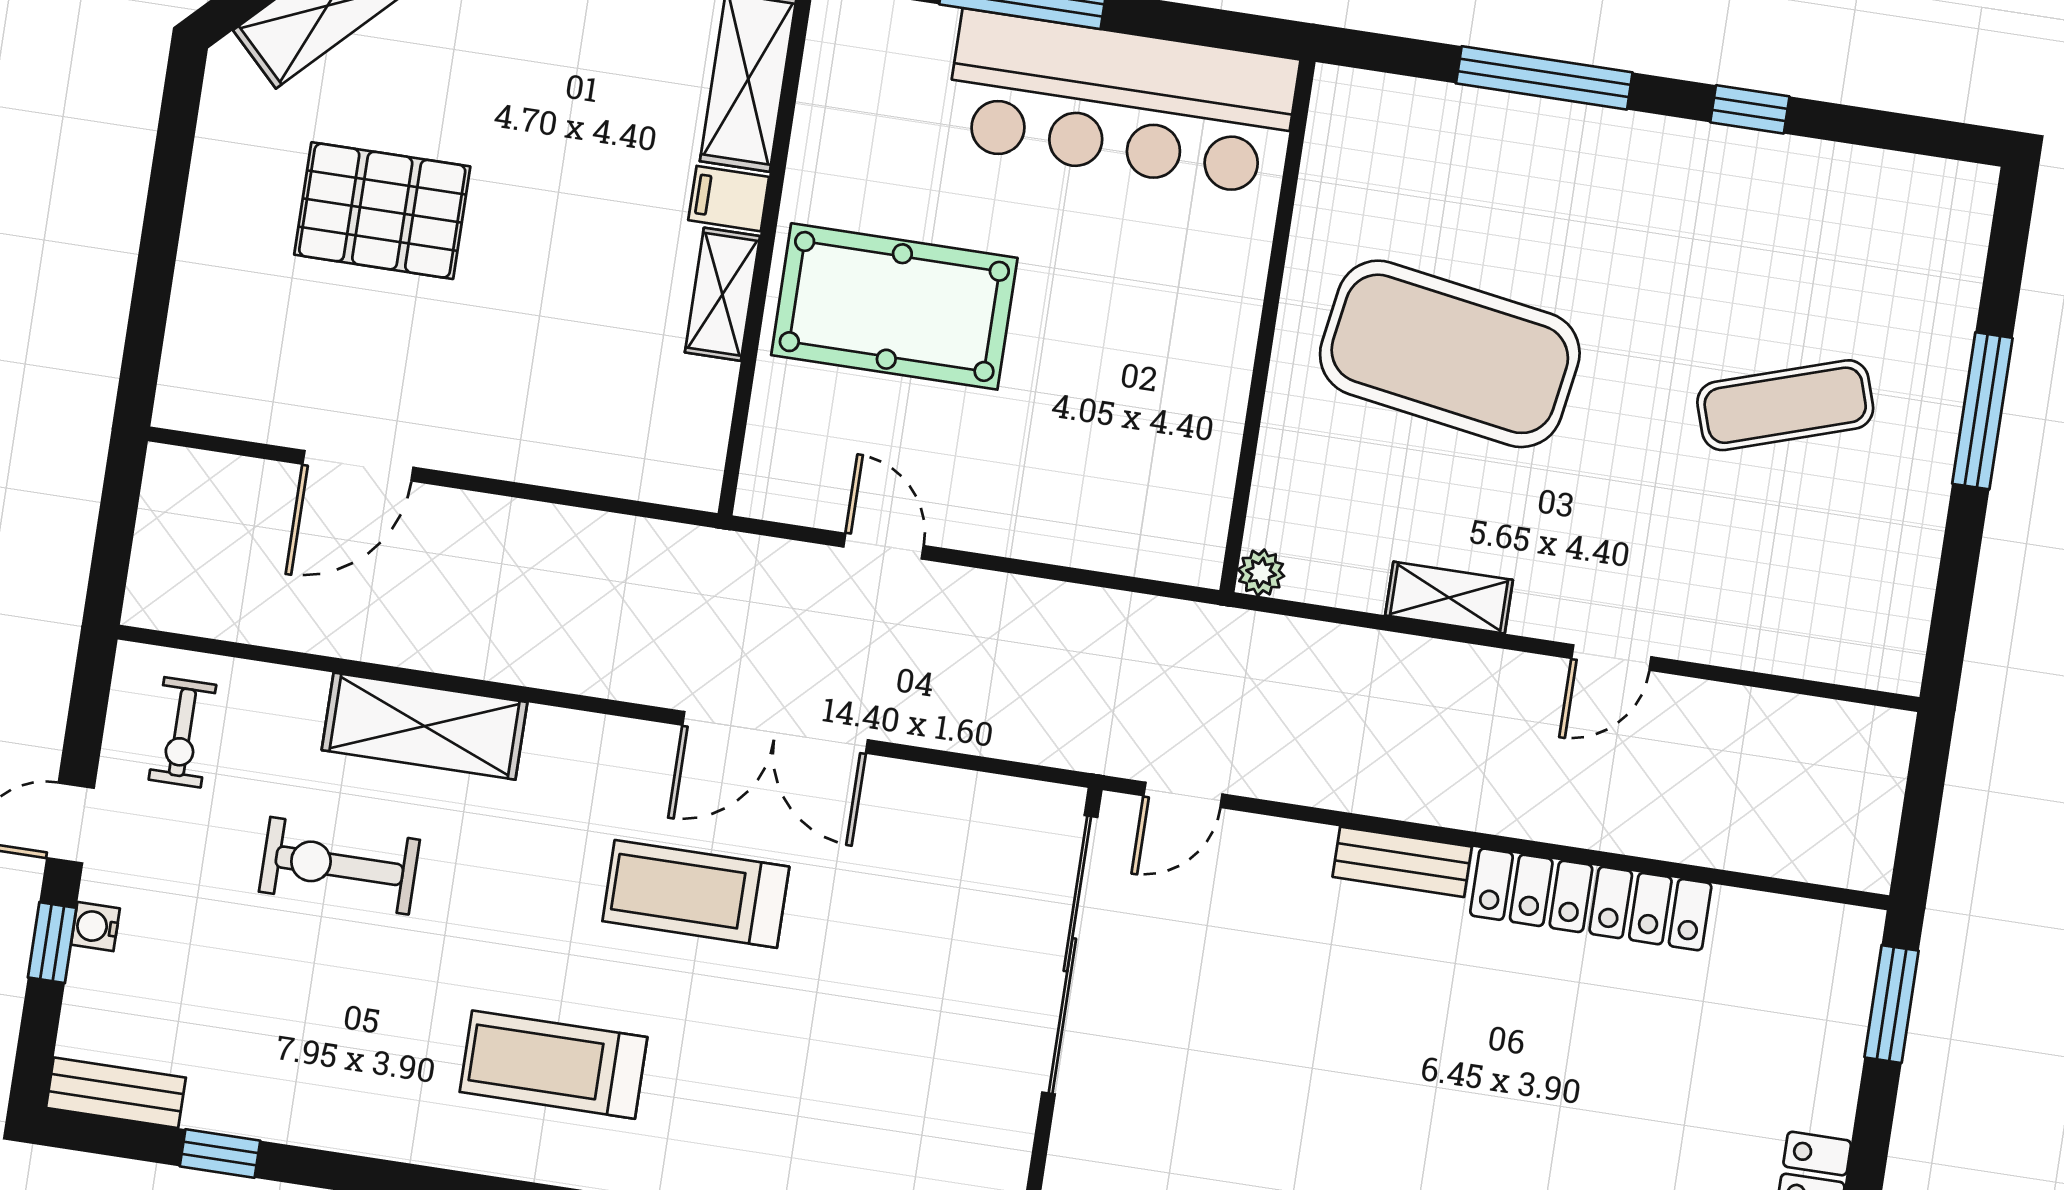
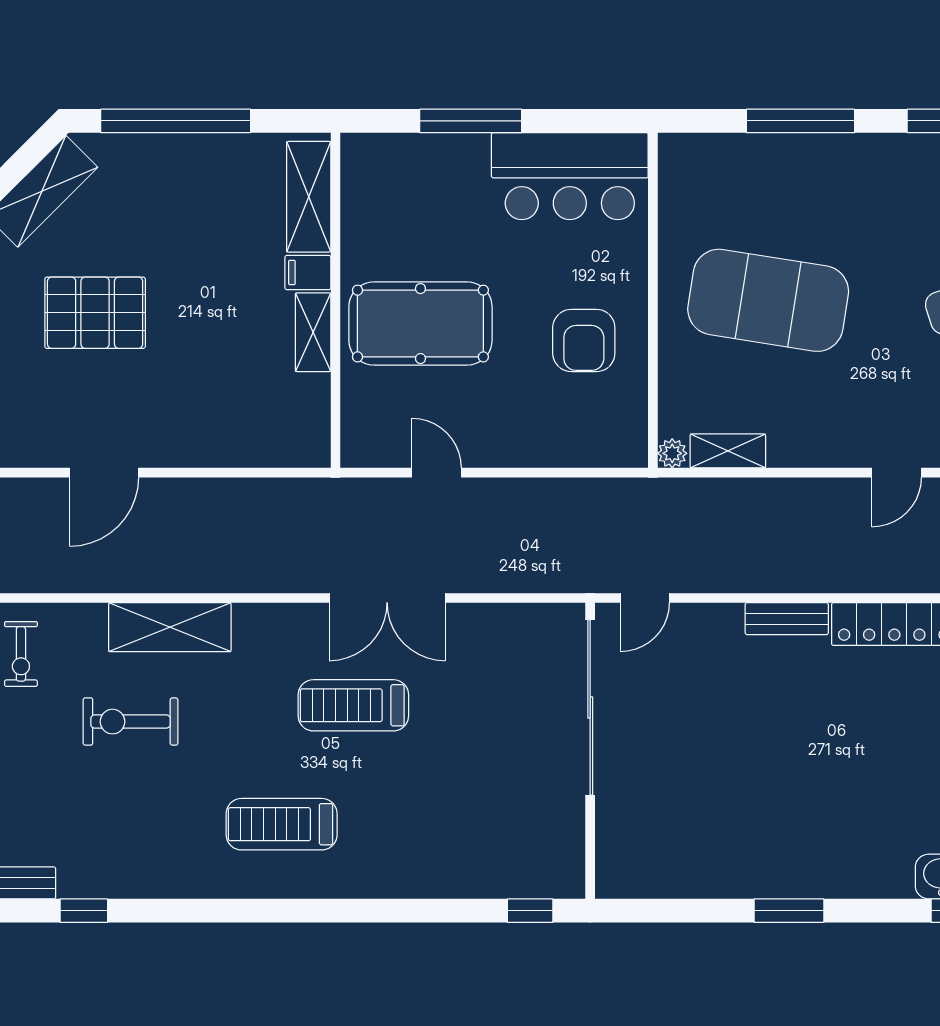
bar counter: (1121, 103) -> (570, 176), width x0.73
armchair: (1149, 373) -> (584, 340), added
shelving: (1449, 598) -> (728, 451), moved

